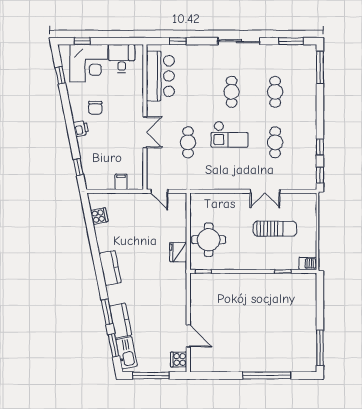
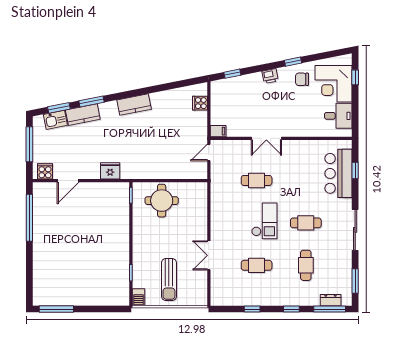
dresser: (311, 66) -> (331, 300), added
window: (60, 75) -> (293, 62), moved
bar counter: (160, 76) -> (338, 173), moved, turned 90
cafe table: (275, 92) -> (306, 265), turned 90
chair: (95, 108) -> (302, 79), moved
checkout: (230, 134) -> (264, 221), turned 180
window: (320, 175) -> (291, 309), moved
filing cabinet: (121, 182) -> (218, 131), moved
cooker: (99, 216) -> (200, 103), moved, turned 101
sun lounger: (275, 229) -> (169, 279), moved
fridge: (178, 252) -> (110, 171), moved
kitchen sink: (127, 353) -> (55, 120), width x0.73
window: (267, 375) -> (29, 218), moved

